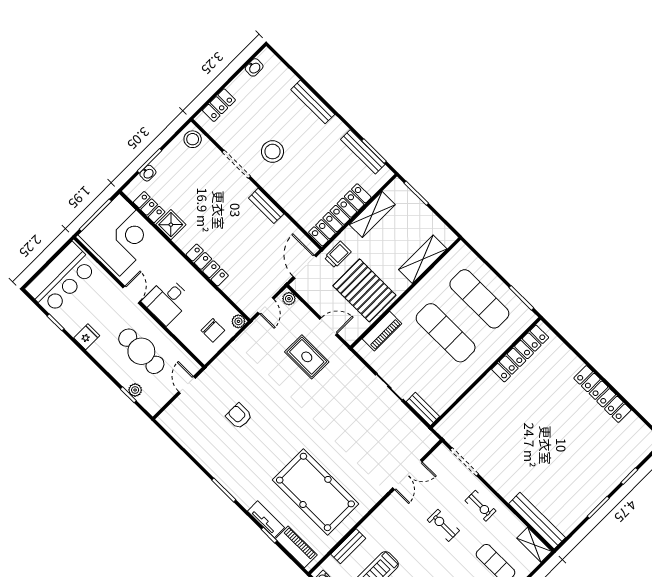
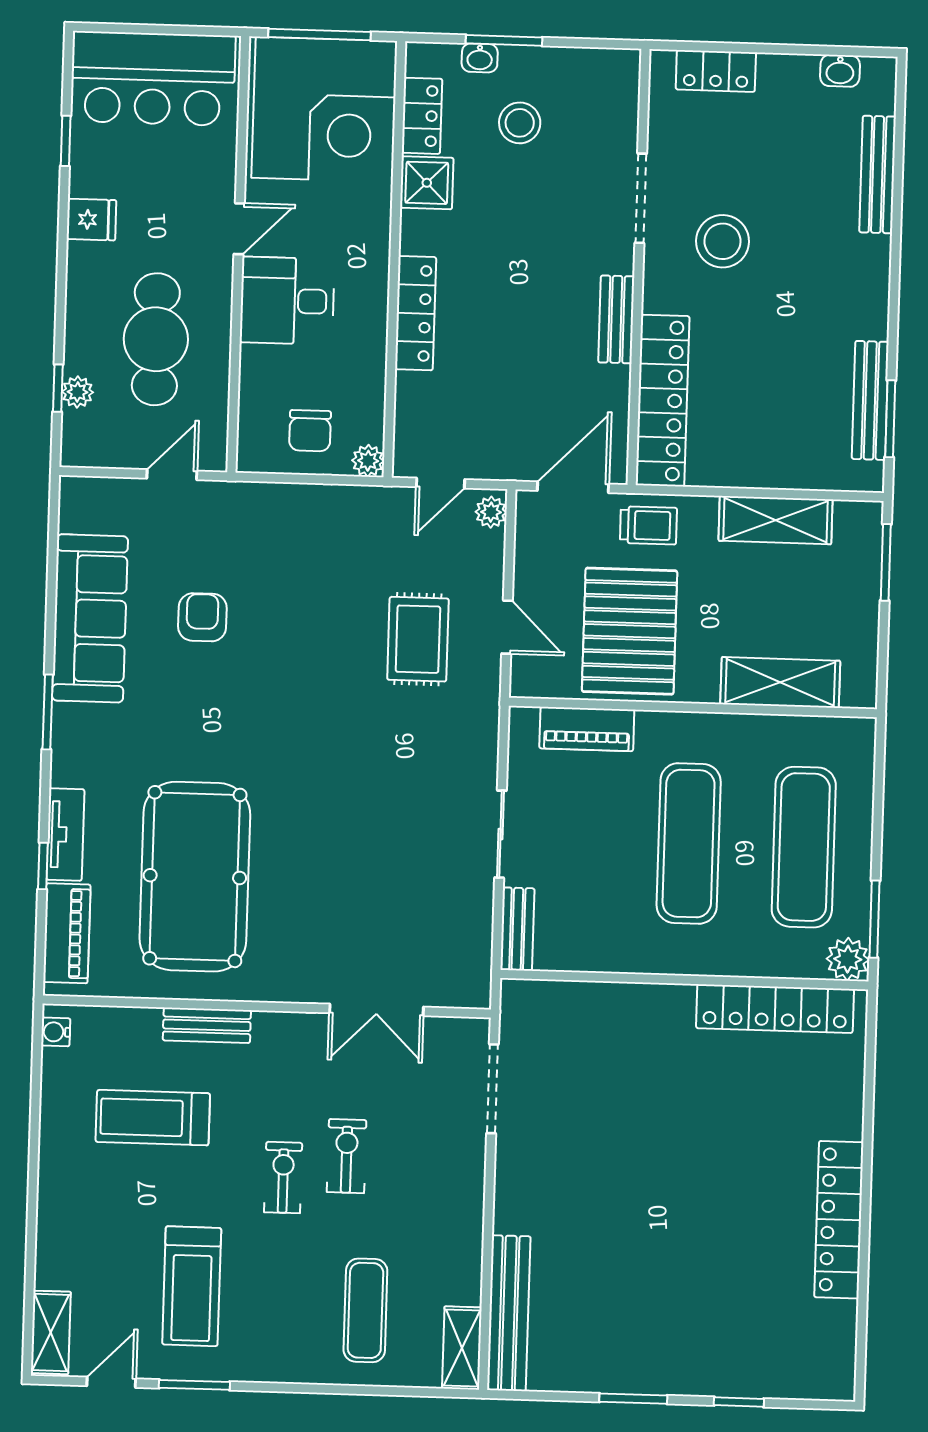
bench: (313, 102) -> (878, 174), moved
stool: (193, 139) -> (520, 123), moved
locker: (340, 215) -> (663, 401), moved, turned 90
plant: (526, 317) -> (848, 959), added
sofa: (207, 450) -> (90, 618), added
exercise bike: (481, 506) -> (283, 1178), moved, turned 180
bench: (348, 546) -> (207, 1025), moved

